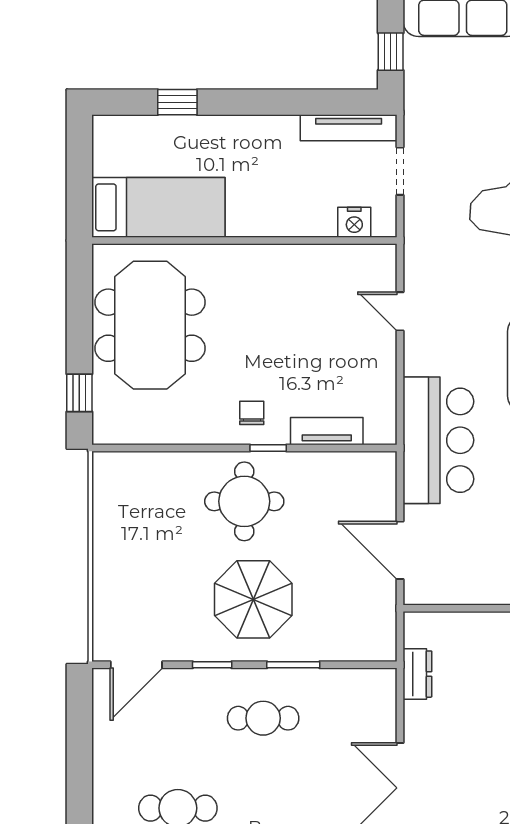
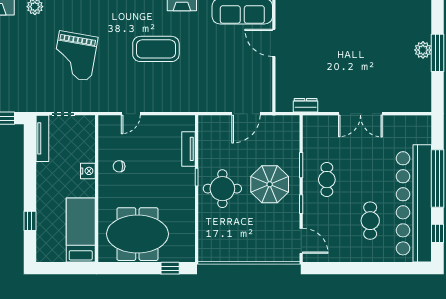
nightstand: (354, 222) -> (88, 171), moved
chair: (252, 413) -> (119, 166), moved
bar counter: (438, 440) -> (193, 95), removed

